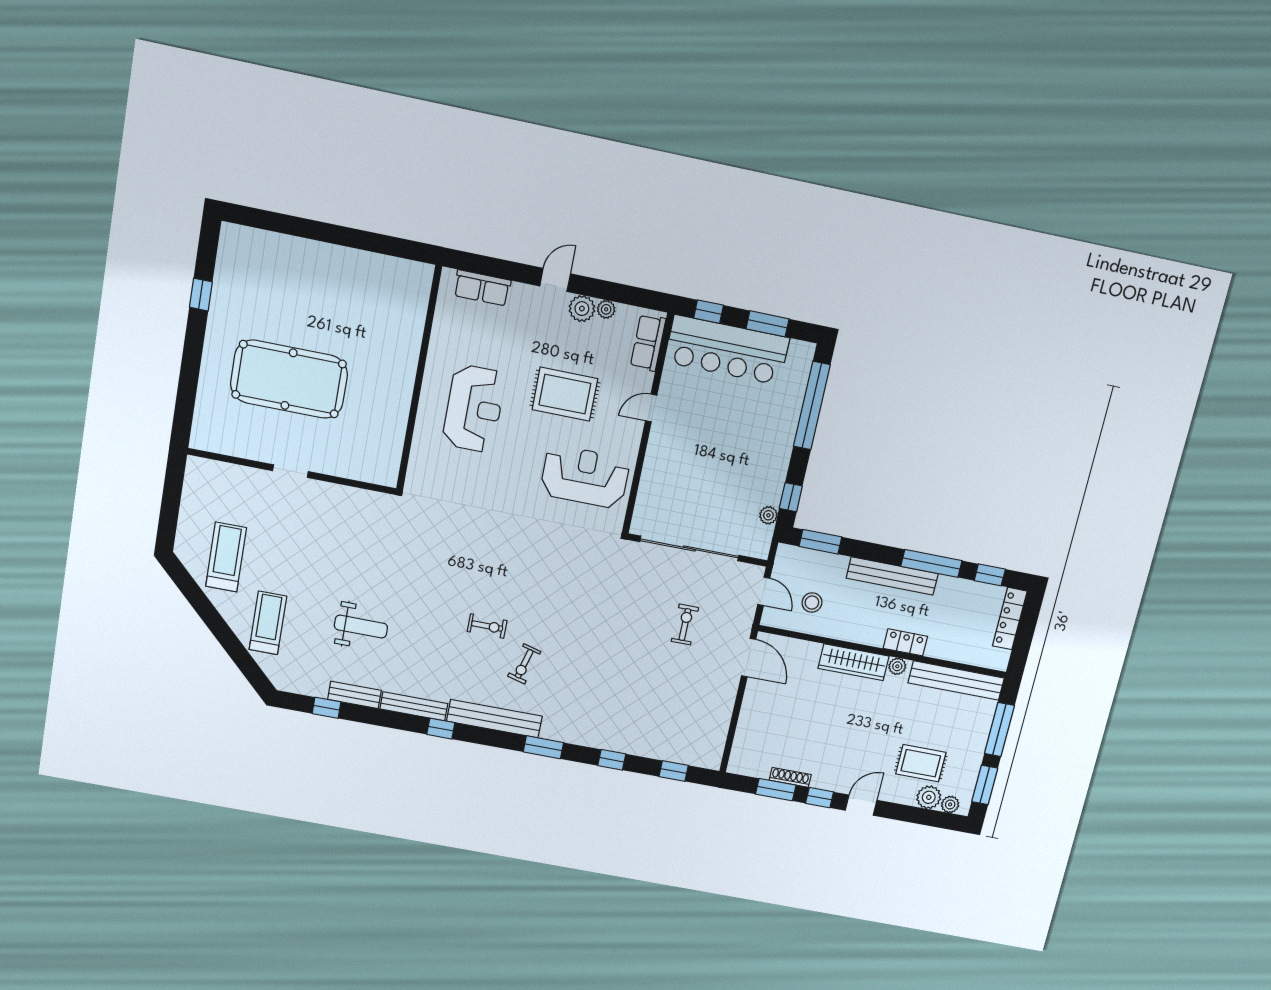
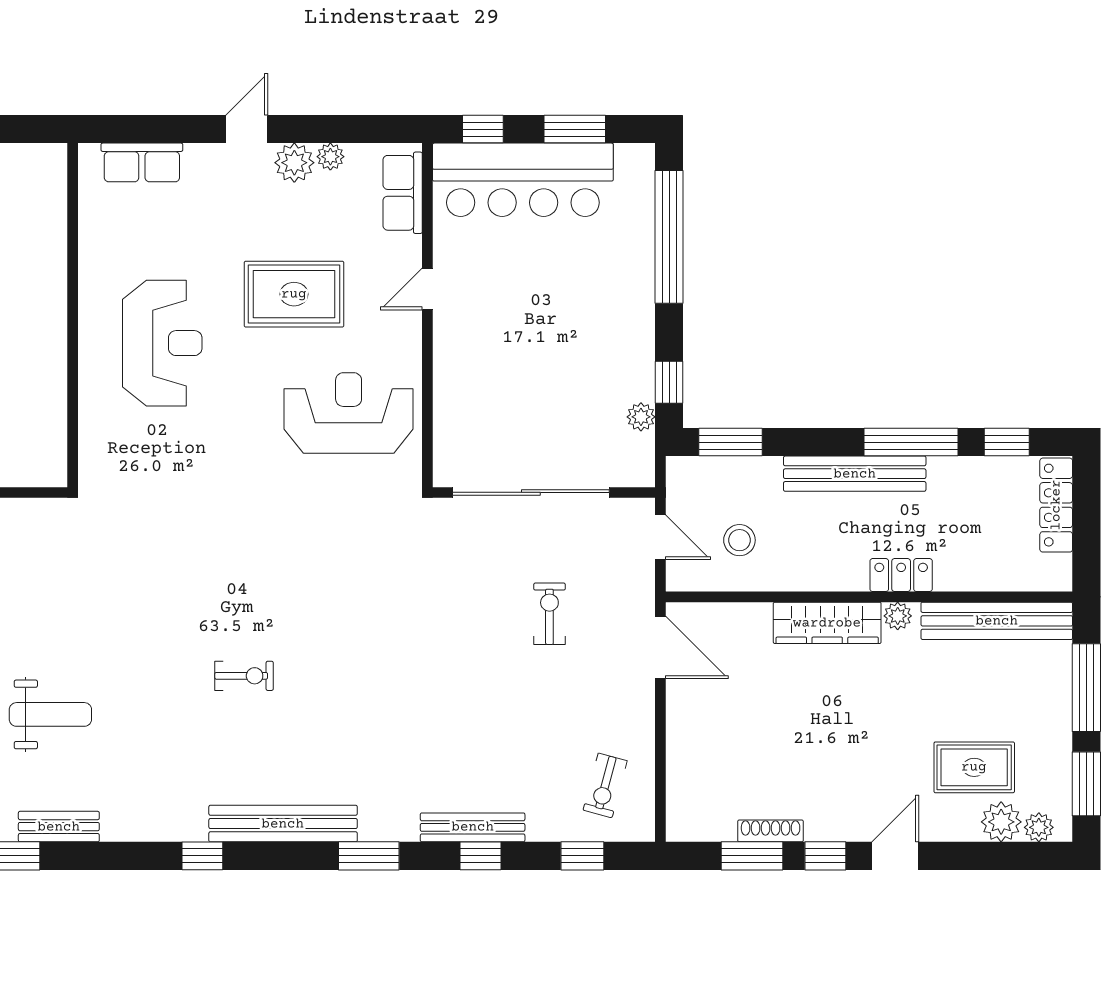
exercise bike: (524, 664) -> (605, 785), moved
bench: (414, 706) -> (473, 827), moved

